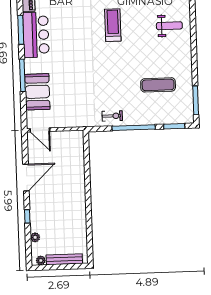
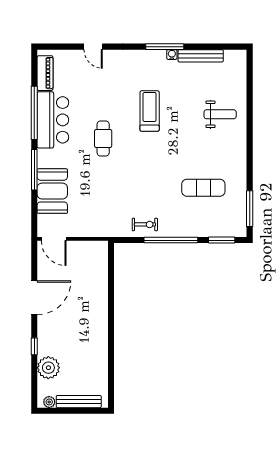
window: (21, 30) -> (34, 113), width x1.46
cafe table: (77, 48) -> (103, 138), added
plant: (35, 237) -> (48, 368), width x1.87, depth x1.87

